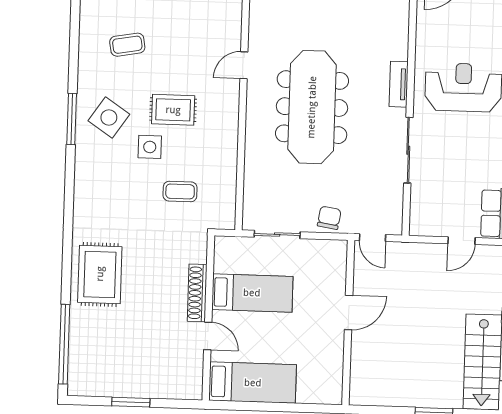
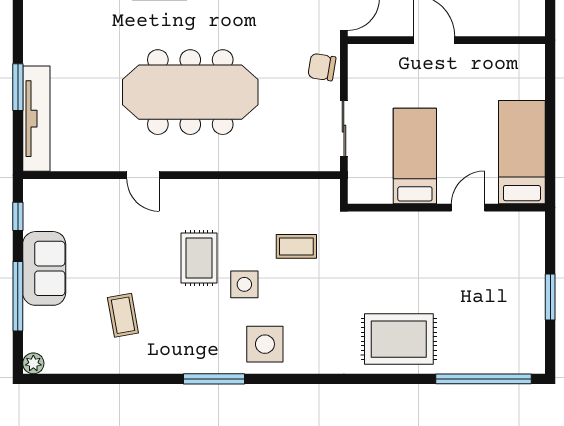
side table: (109, 117) -> (265, 344), moved, turned -34
coffee table: (180, 191) -> (296, 246), turned 90
shoe rack: (197, 293) -> (417, 222), removed

